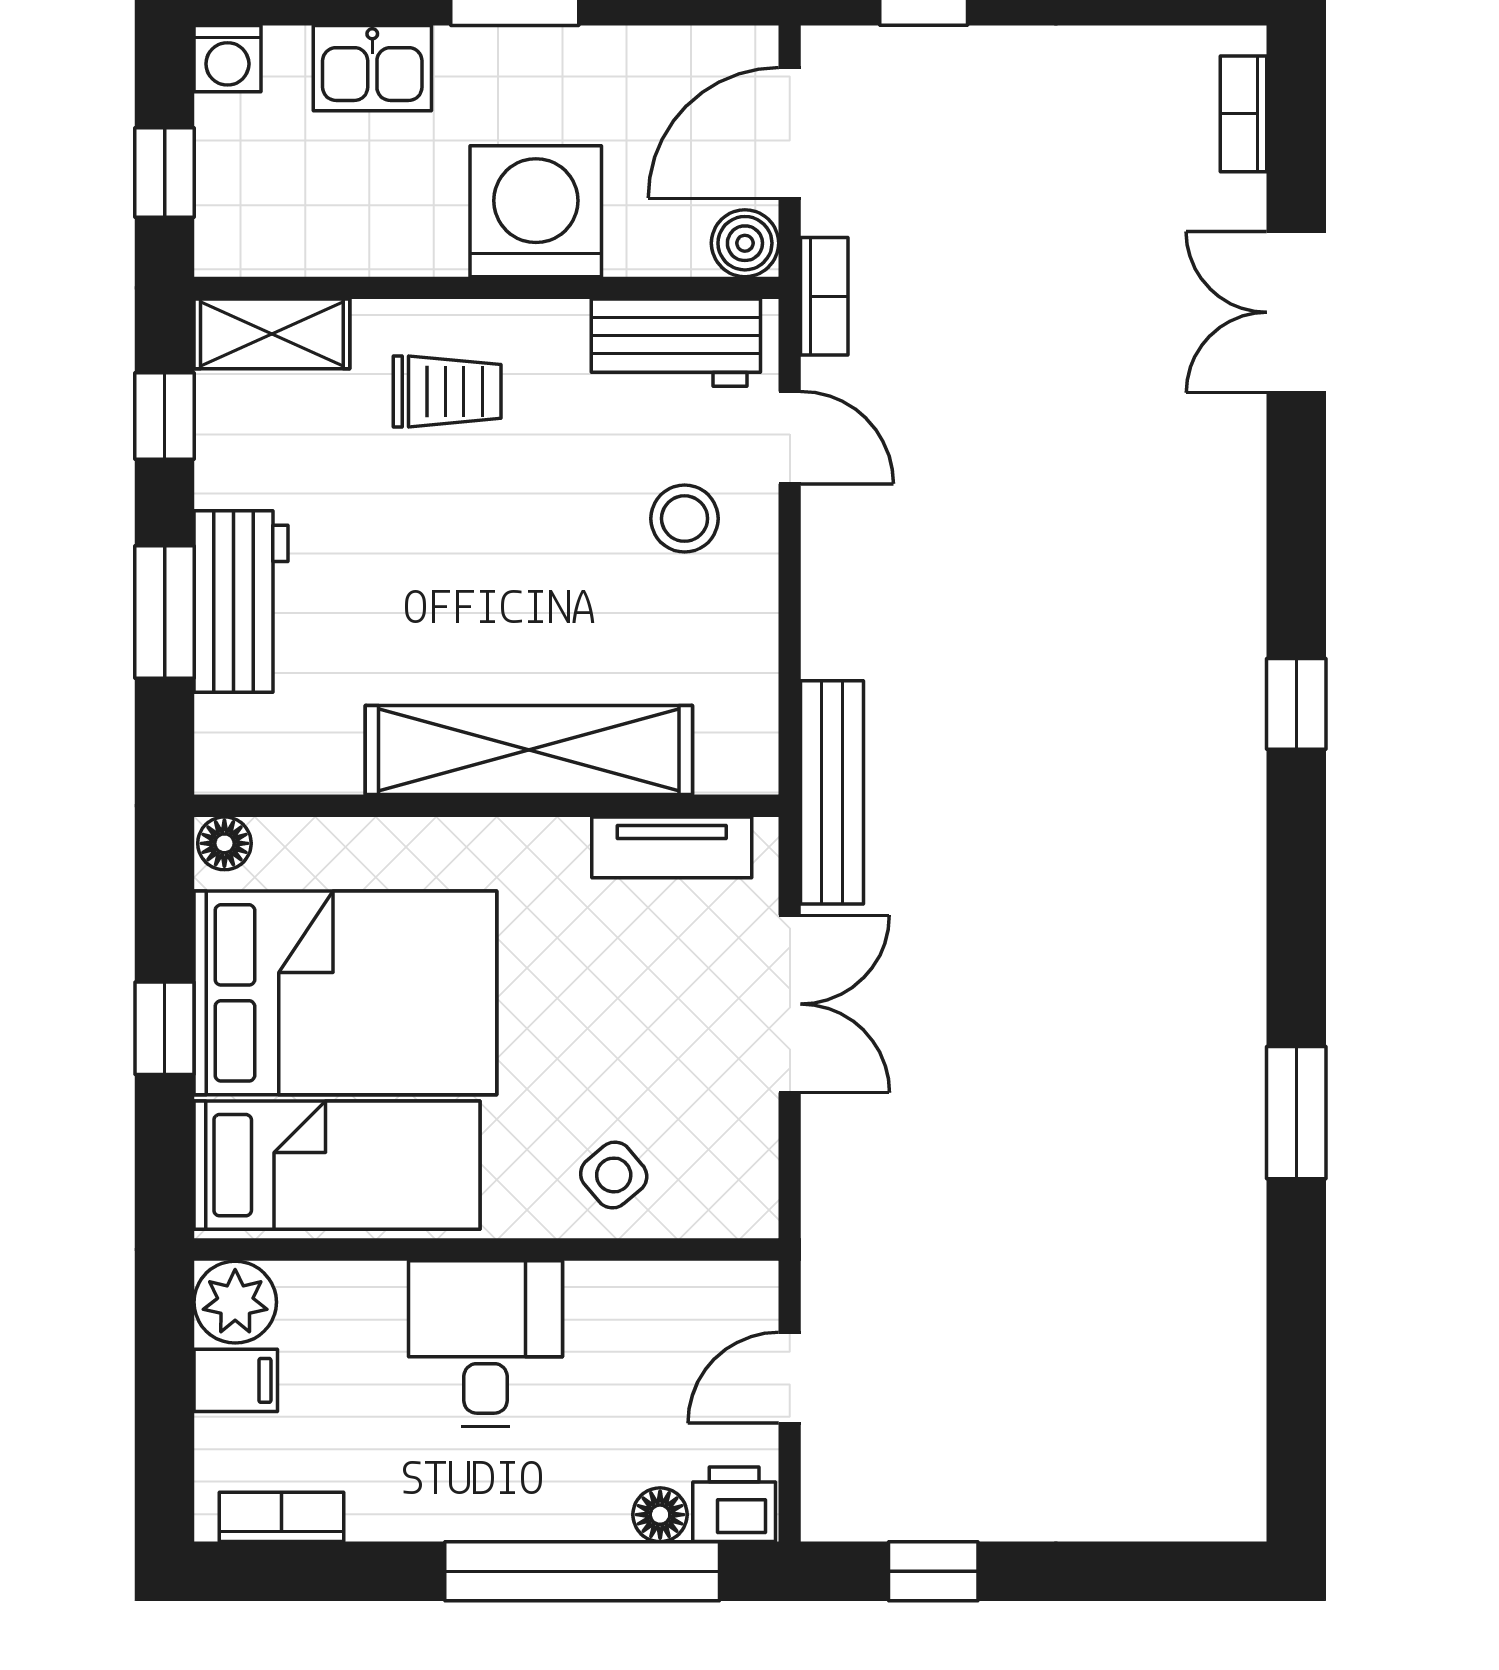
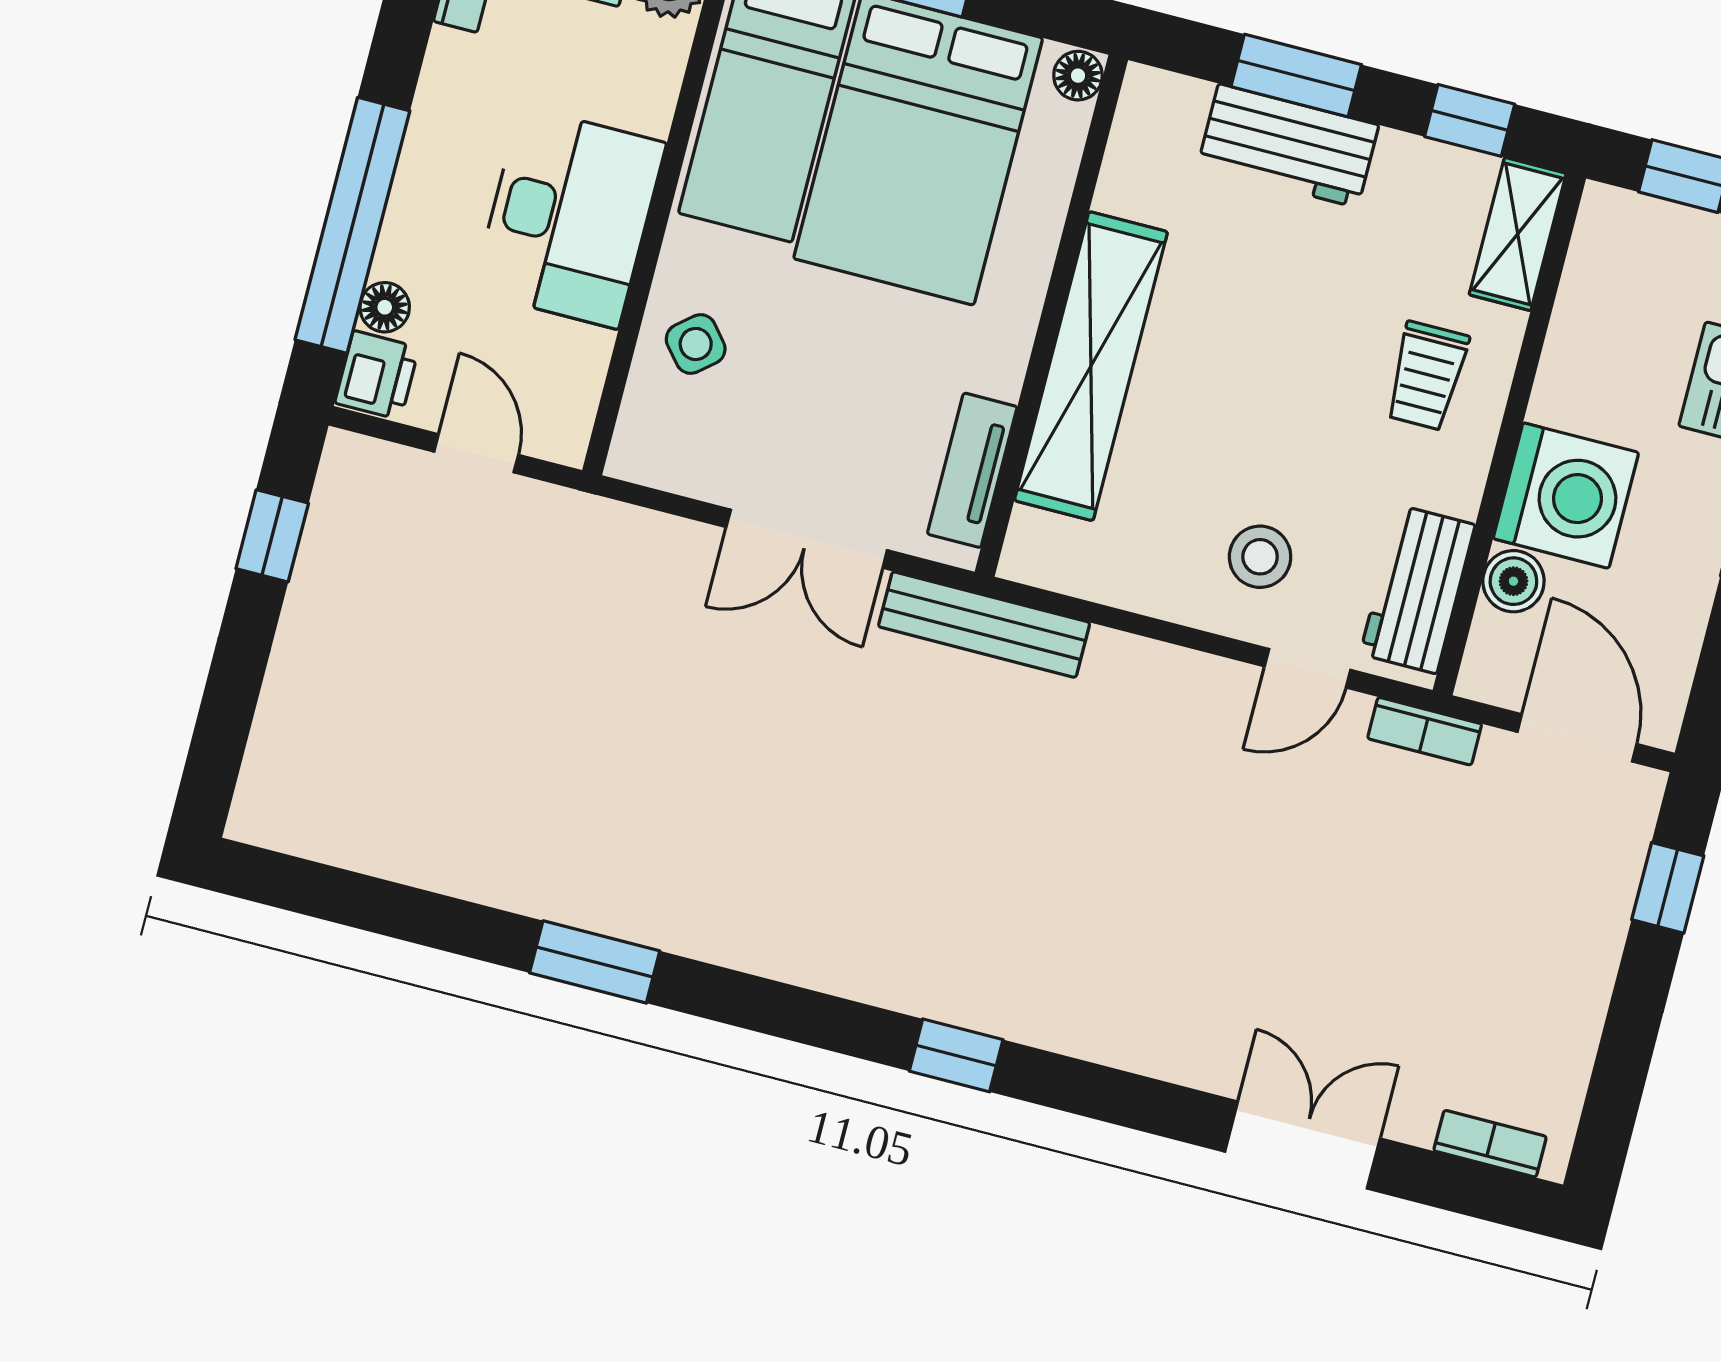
boiler: (745, 243) -> (1513, 581), moved
desk: (486, 1344) -> (569, 217), width x1.37

